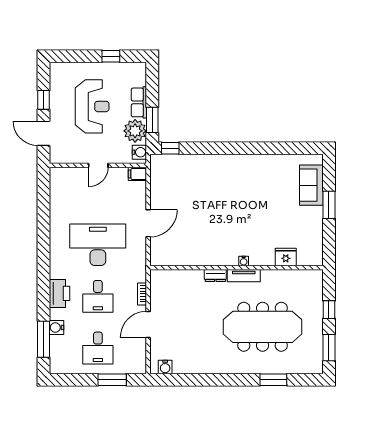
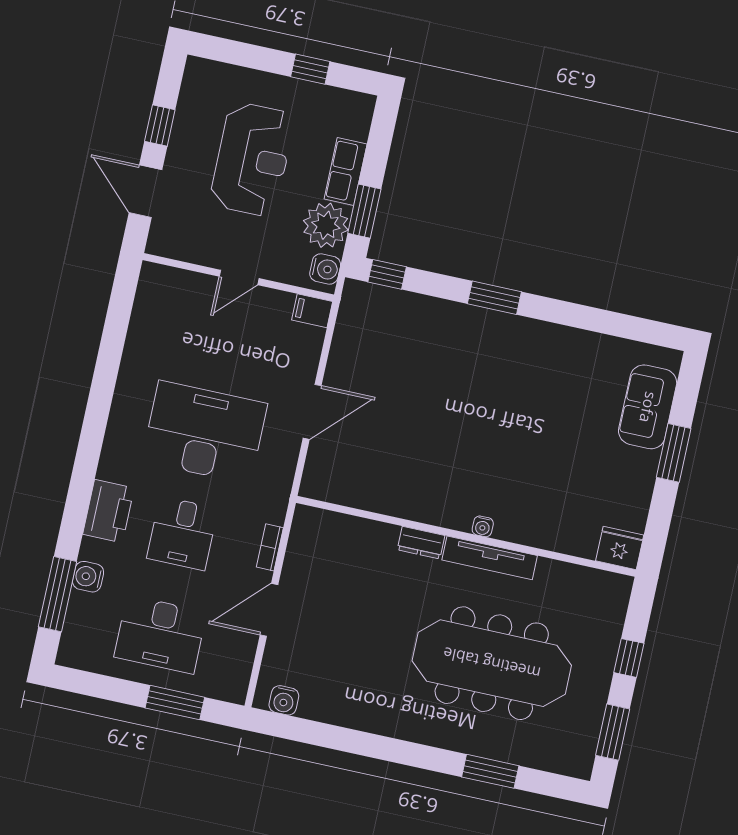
window: (225, 148) -> (494, 298), added
fridge: (286, 257) -> (620, 548), moved
tv unit: (244, 276) -> (490, 558), width x1.41
desk: (98, 348) -> (160, 634), width x1.37

